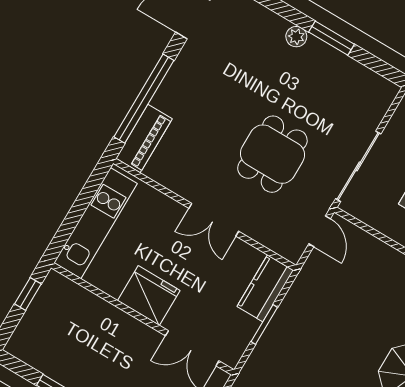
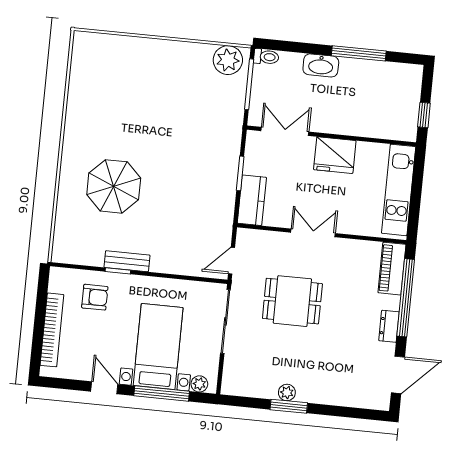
plant: (296, 37) -> (287, 393), moved
dresser: (177, 75) -> (389, 326), added
dining table: (272, 154) -> (292, 301), turned 90
door: (320, 231) -> (232, 261), hinge flipped

